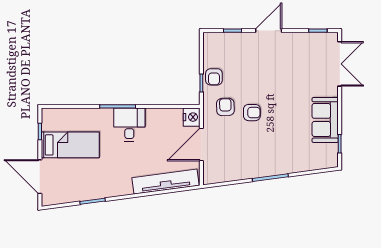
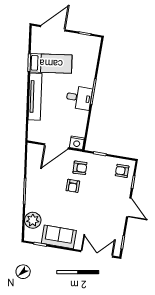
double door: (340, 64) -> (97, 254), swing flipped
armchair: (214, 77) -> (122, 171), moved
bed: (70, 145) -> (51, 63), moved, turned -98
door: (201, 145) -> (56, 146), swing flipped
plant: (308, 160) -> (33, 220), added
tv unit: (166, 182) -> (35, 97), moved

